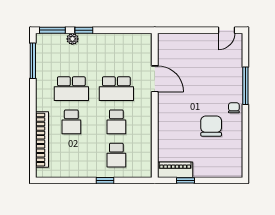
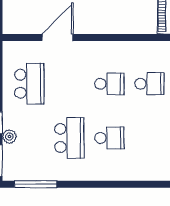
school desk: (116, 89) -> (29, 84), moved
bookcase: (42, 140) -> (131, 173), removed

